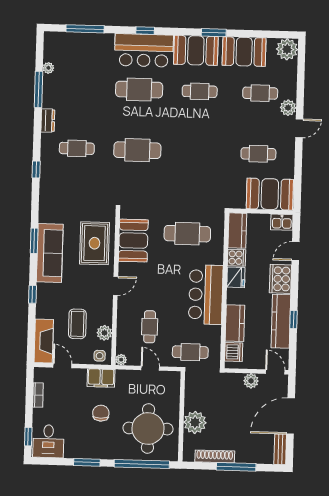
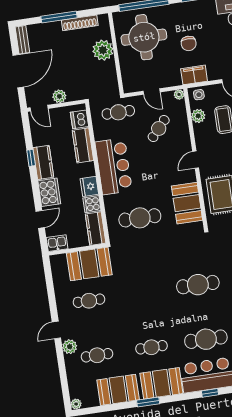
plant: (287, 49) -> (76, 404), width x0.53, depth x0.53
booth: (270, 194) -> (89, 264), moved
kitchen counter: (281, 321) -> (43, 162), width x0.67
cafe table: (150, 327) -> (159, 129), turned 42

